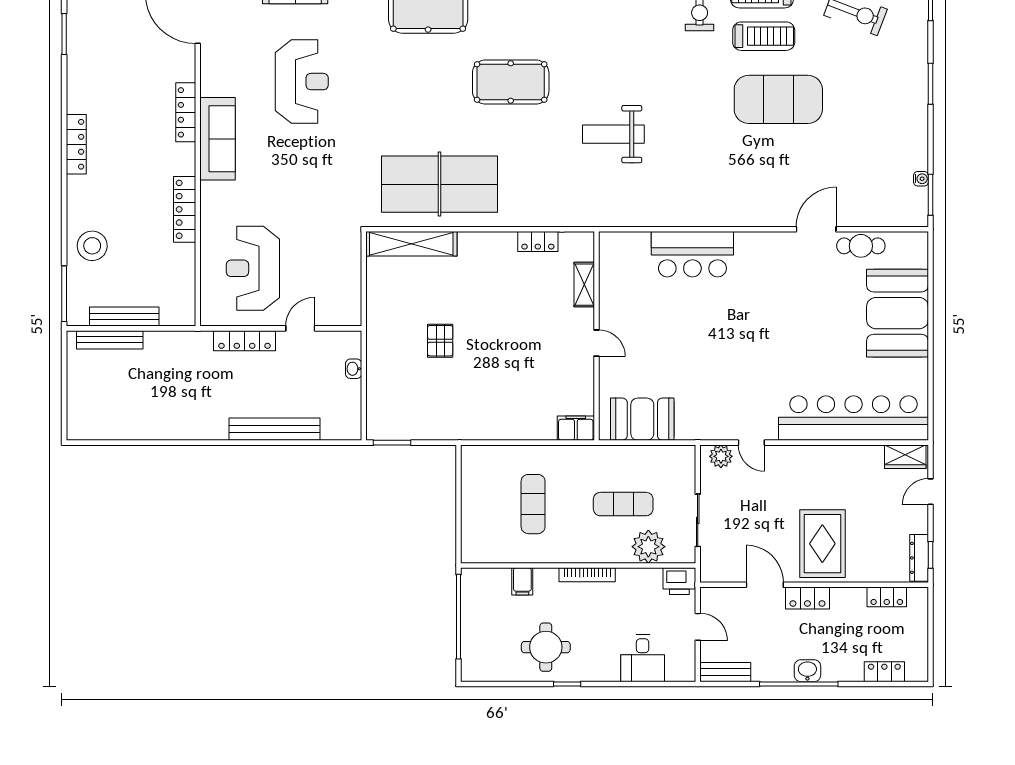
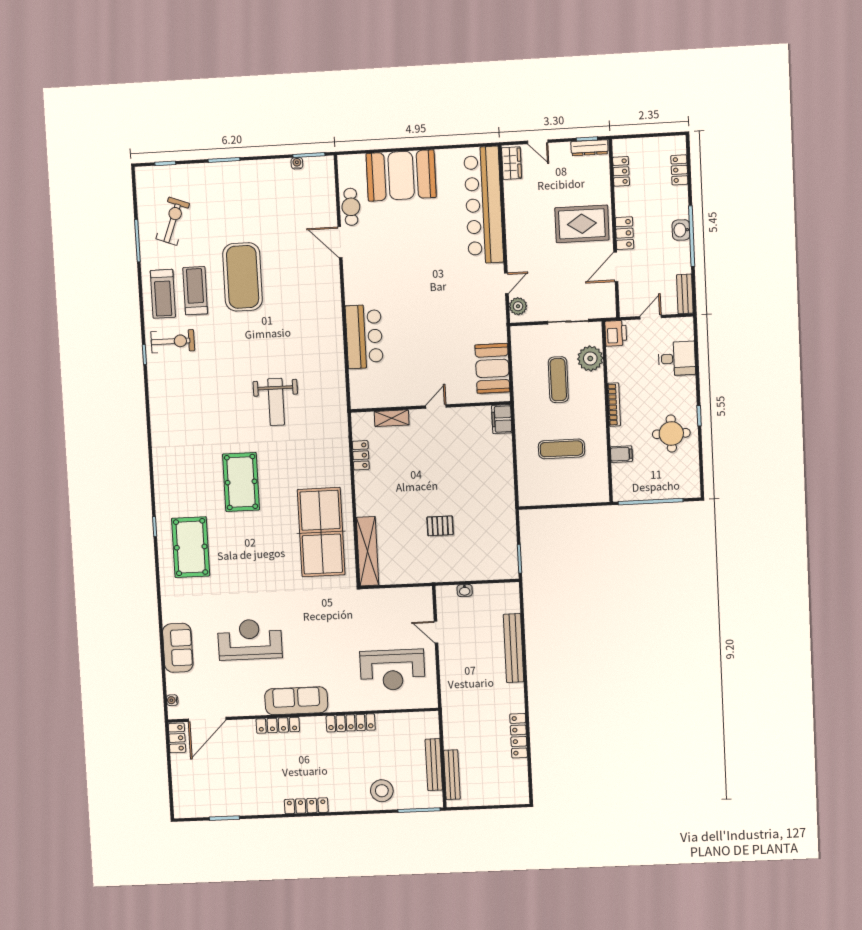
locker: (245, 341) -> (519, 736), moved, turned 180

